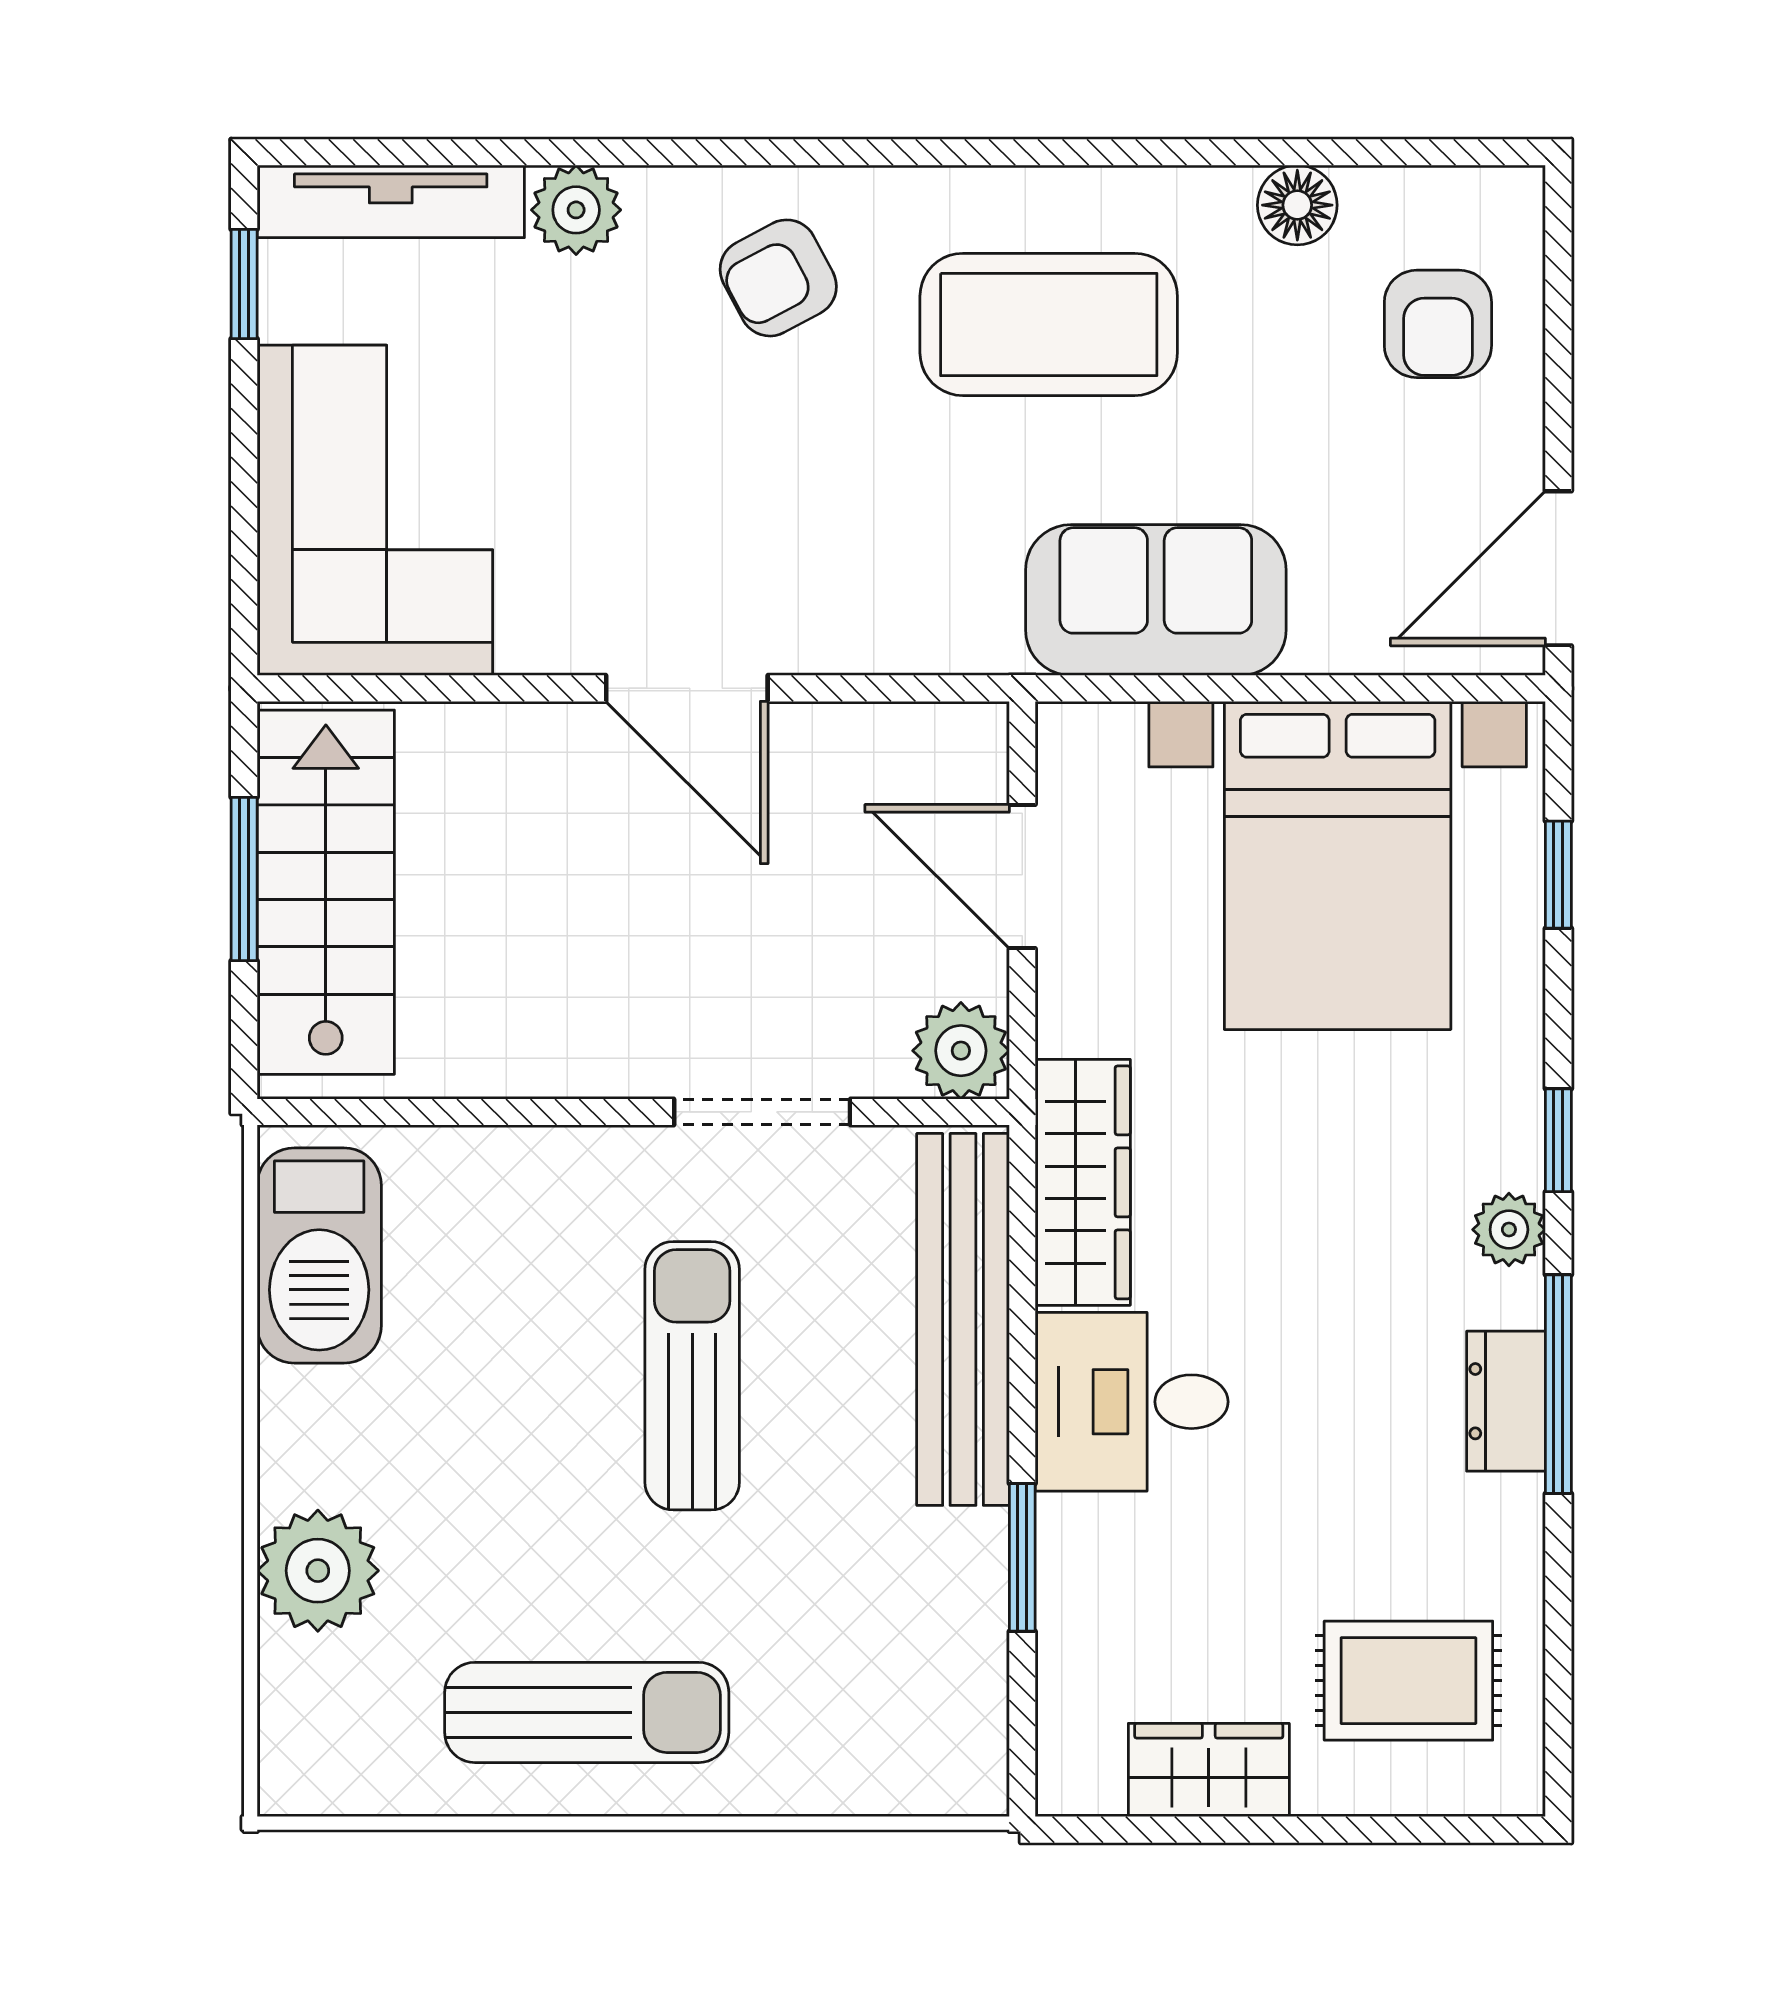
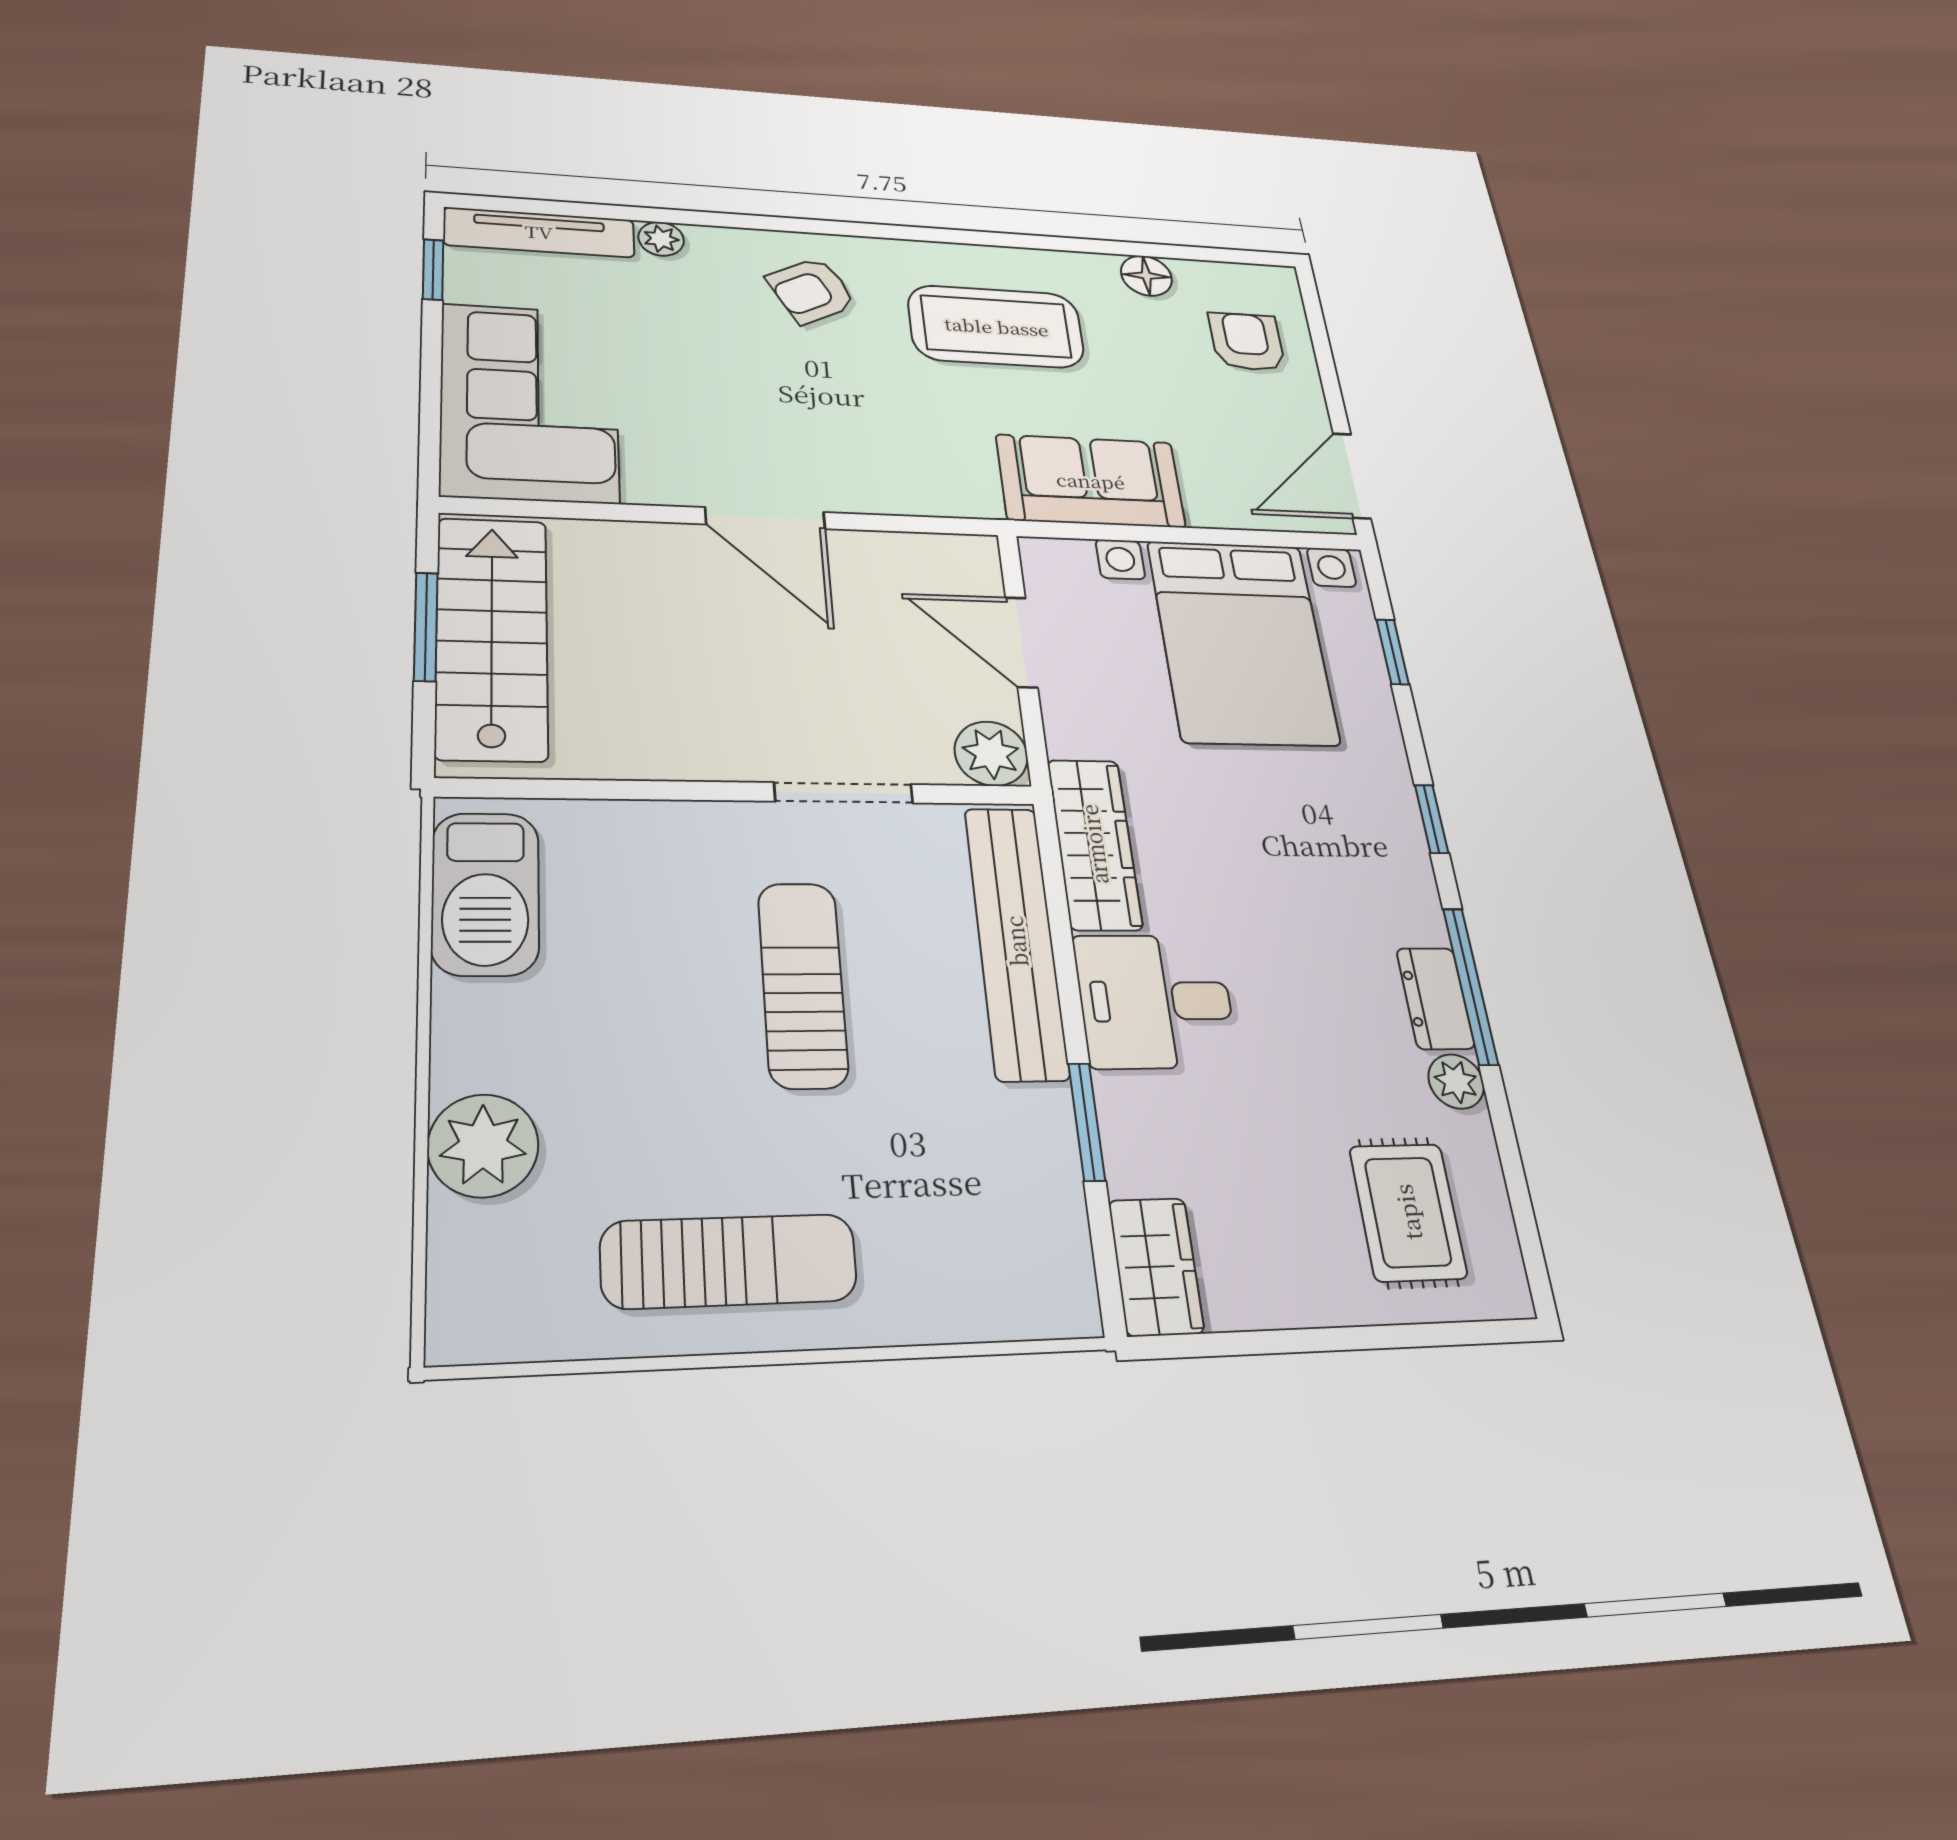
plant: (576, 210) -> (661, 239), width x0.73, depth x0.73
armchair: (1438, 324) -> (1247, 342), turned 180
plant: (1509, 1230) -> (1456, 1081), moved
rug: (1408, 1681) -> (1408, 1212), turned 90
wardrobe: (1209, 1770) -> (1156, 1266), moved, turned 90

